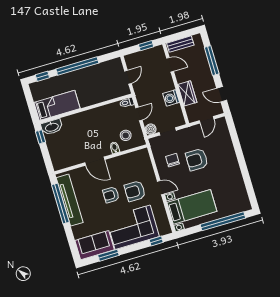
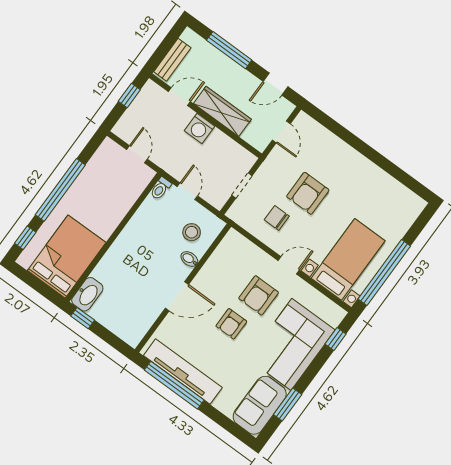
wardrobe: (187, 93) -> (222, 111), width x1.50
washing machine: (171, 98) -> (200, 128), moved
bed: (57, 105) -> (67, 257), width x1.50
boiler: (151, 129) -> (218, 199), removed
window: (223, 221) -> (384, 272), moved

